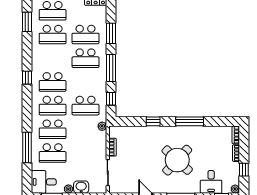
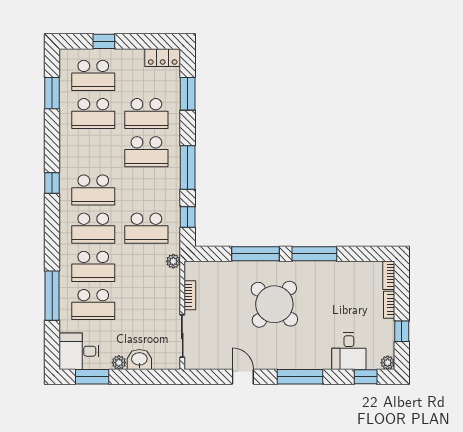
window: (111, 33) -> (188, 94), moved
window: (153, 121) -> (255, 254), width x2.17
round table: (177, 160) -> (274, 304), moved

